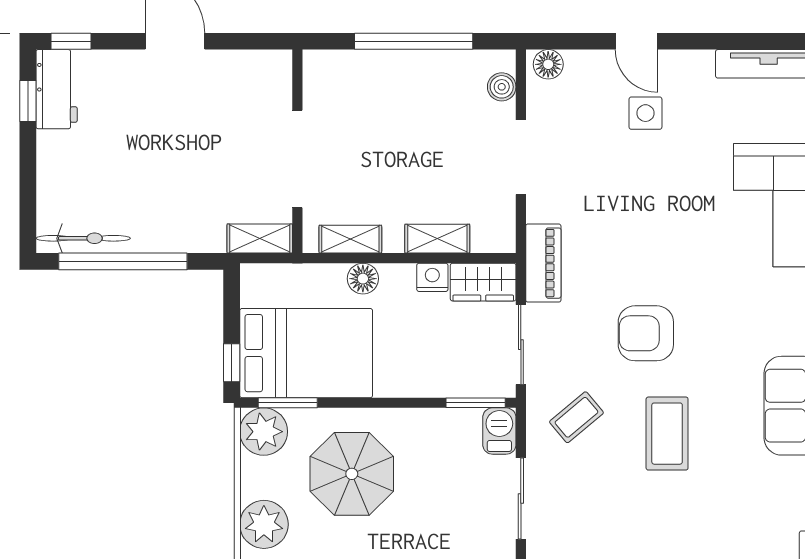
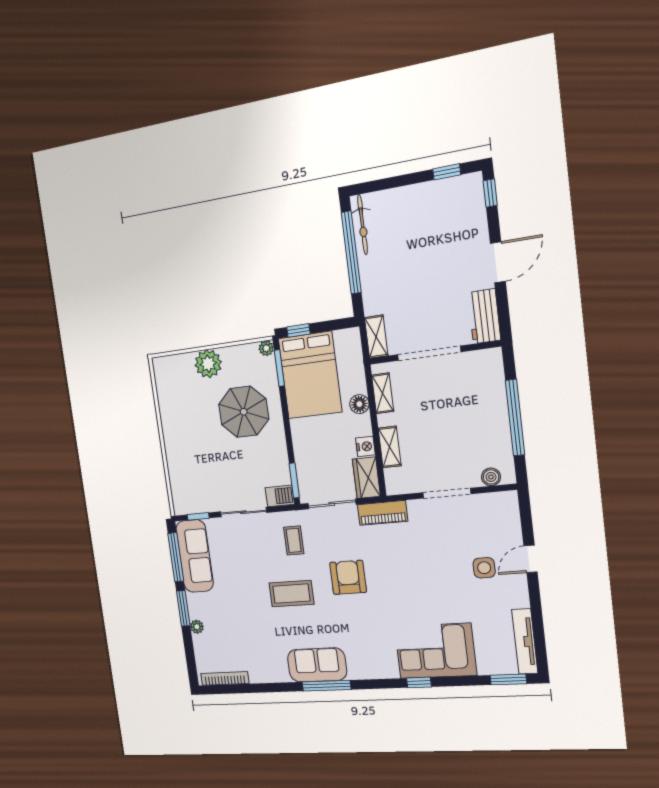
floor lamp: (548, 64) -> (509, 505), removed
workbench: (57, 89) -> (484, 316), moved, turned 90
coffee table: (576, 417) -> (294, 540), turned 40
plant: (264, 432) -> (266, 348), width x0.53, depth x0.53

